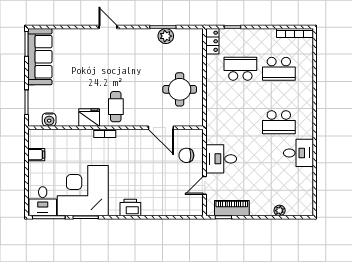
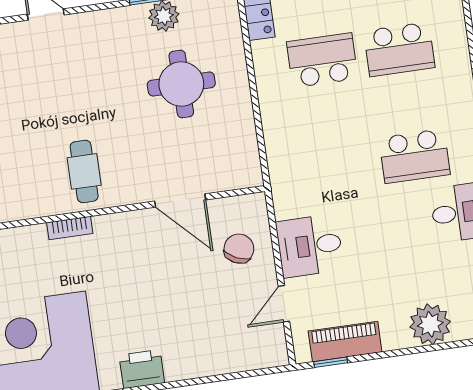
round table: (180, 89) -> (181, 84), moved
fridge: (89, 117) -> (34, 201), removed
chair: (186, 155) -> (239, 249), turned 115
plant: (280, 211) -> (430, 324), width x1.87, depth x1.87

